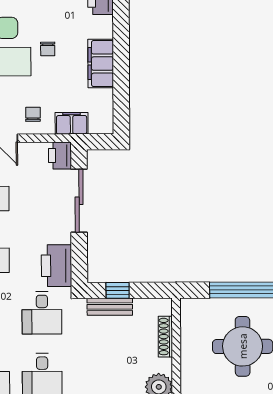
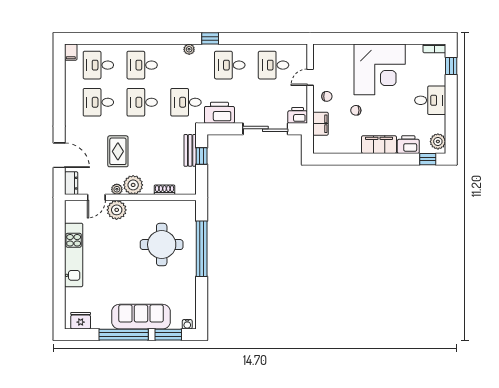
chair: (48, 49) -> (356, 110), moved
filing cabinet: (101, 64) -> (379, 145), moved
shoe rack: (165, 337) -> (165, 190), width x0.70

